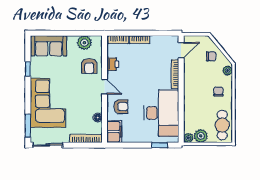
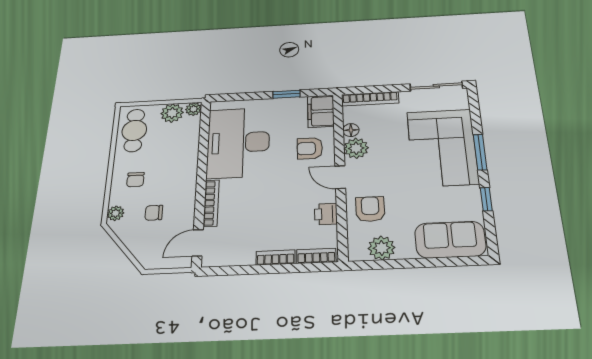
chair: (211, 56) -> (154, 213), moved
plant: (95, 105) -> (356, 148), added
window: (28, 126) -> (480, 152), moved
window: (159, 145) -> (286, 94), moved

